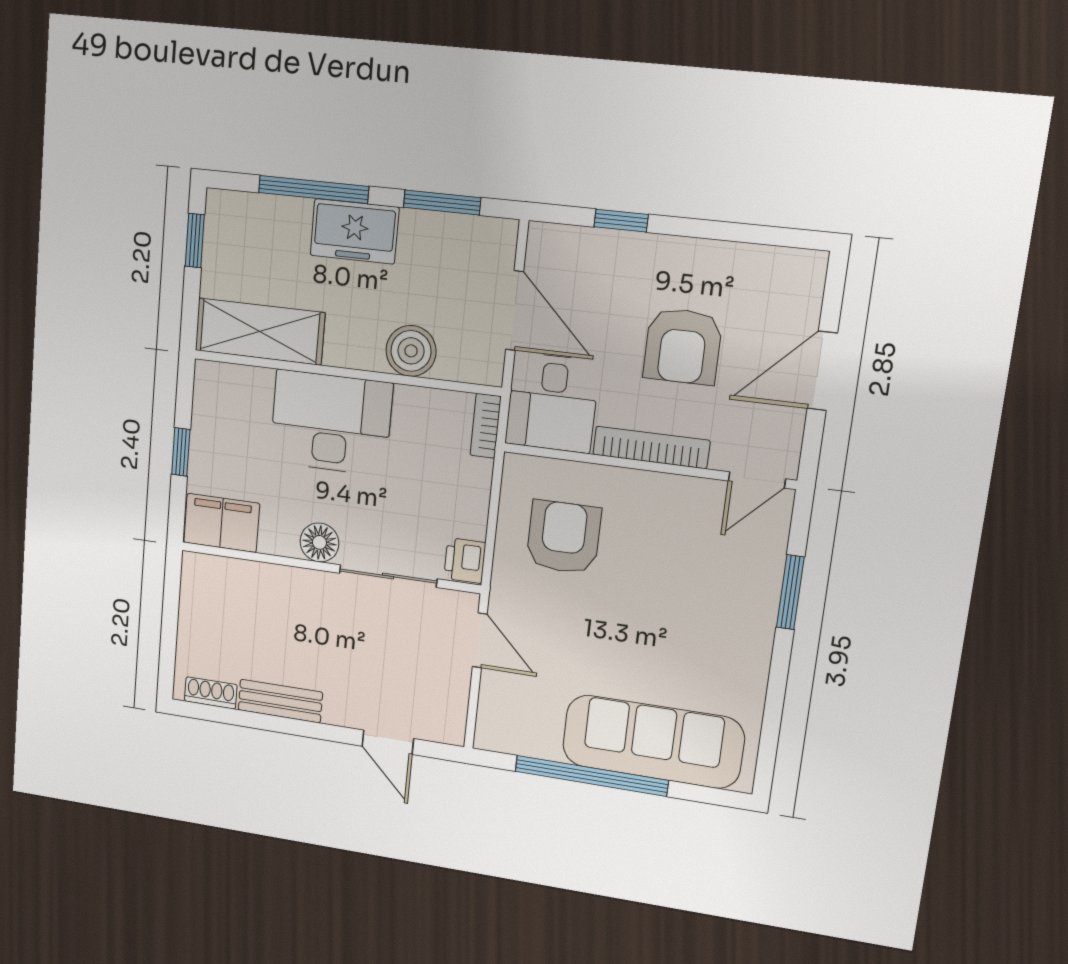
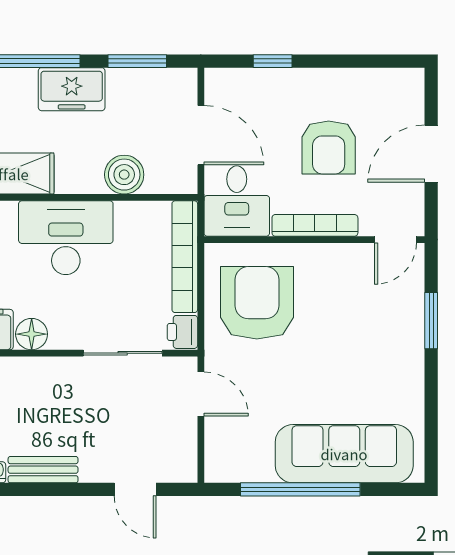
bookcase: (486, 426) -> (185, 257), width x2.31, depth x1.31
armchair: (563, 537) -> (257, 303), width x1.36, depth x1.36
floor lamp: (319, 542) -> (32, 334), moved

